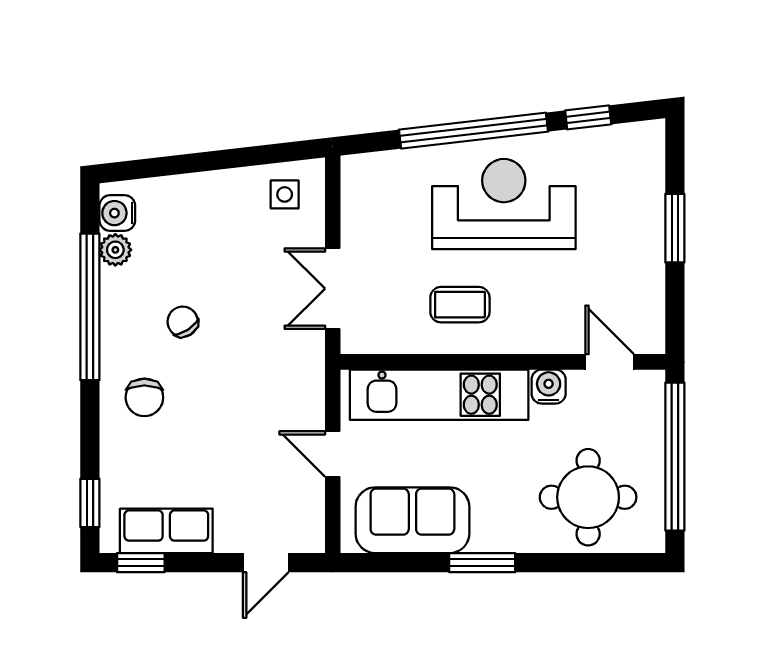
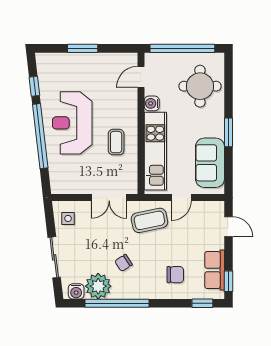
sliding door: (195, 163) -> (54, 257), added
plant: (115, 250) -> (98, 286), width x1.88, depth x1.88
coffee table: (280, 381) -> (149, 220), added
chair: (144, 397) -> (175, 275), moved

